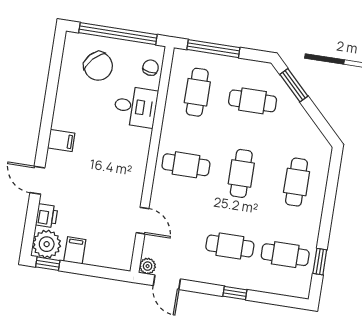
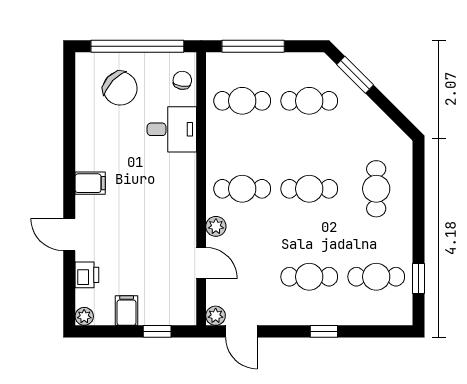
cafe table: (197, 92) -> (242, 101), turned 90
cafe table: (241, 173) -> (309, 189), turned 90
plant: (159, 192) -> (216, 226), added
plant: (47, 244) -> (84, 316), width x0.53, depth x0.53
window: (48, 264) -> (157, 331), moved

